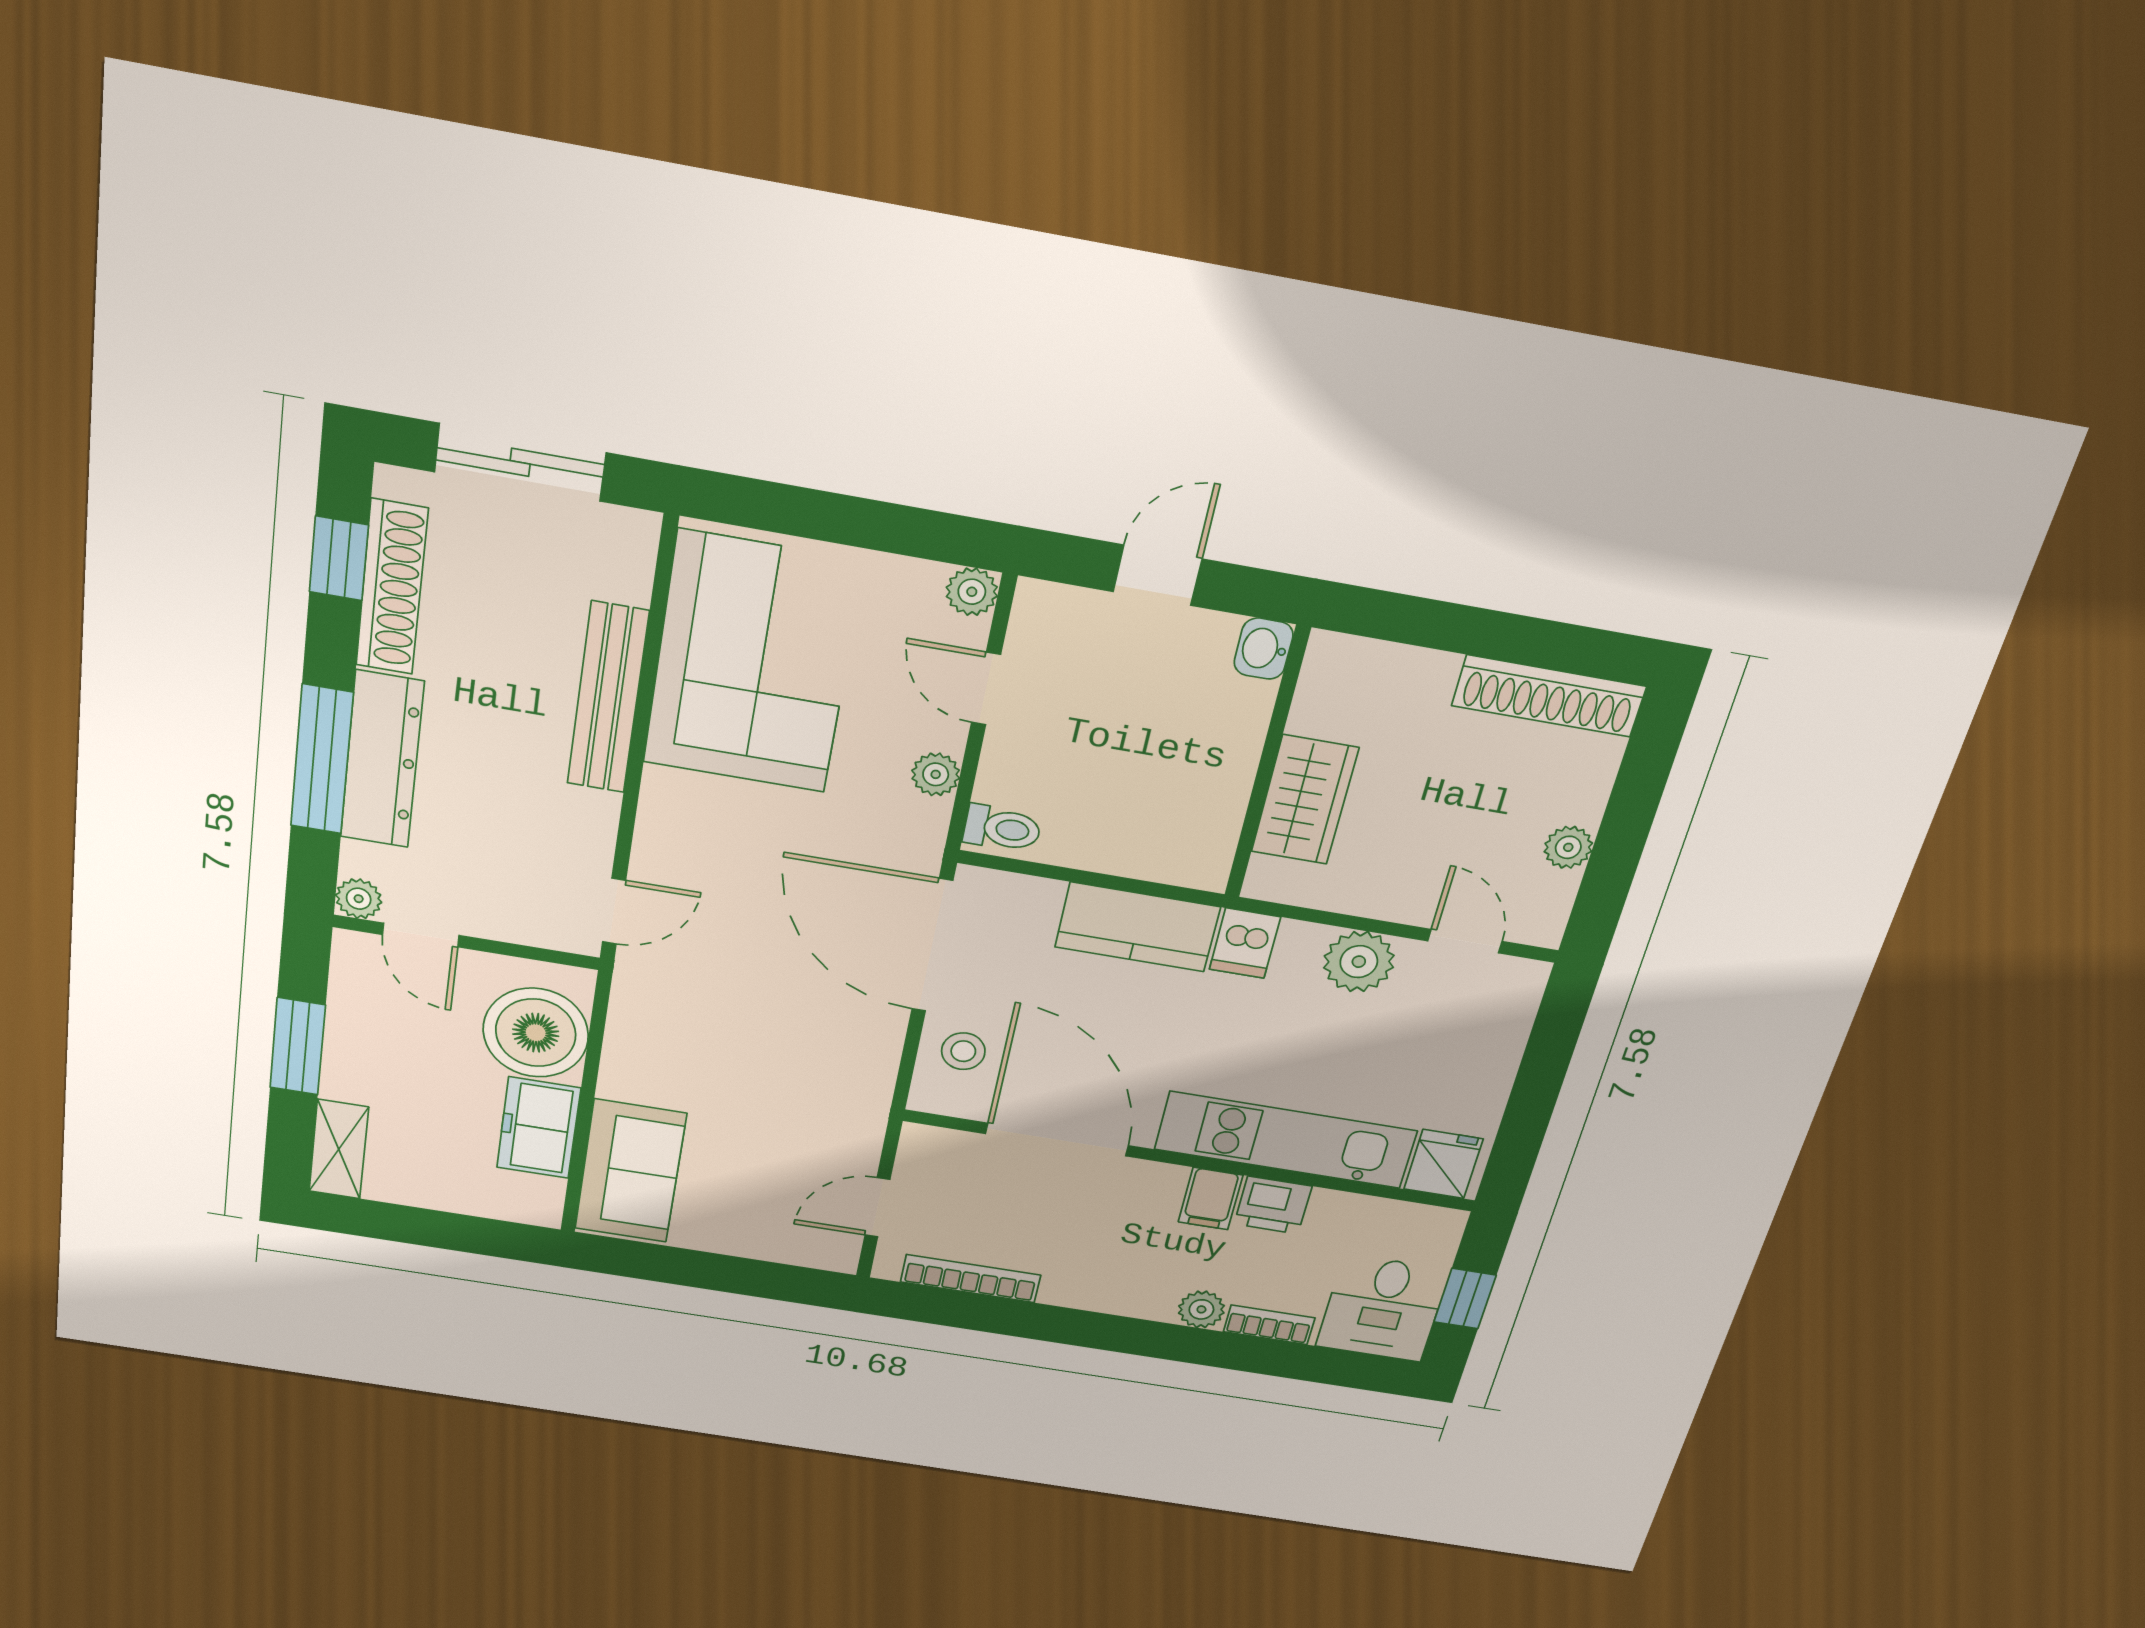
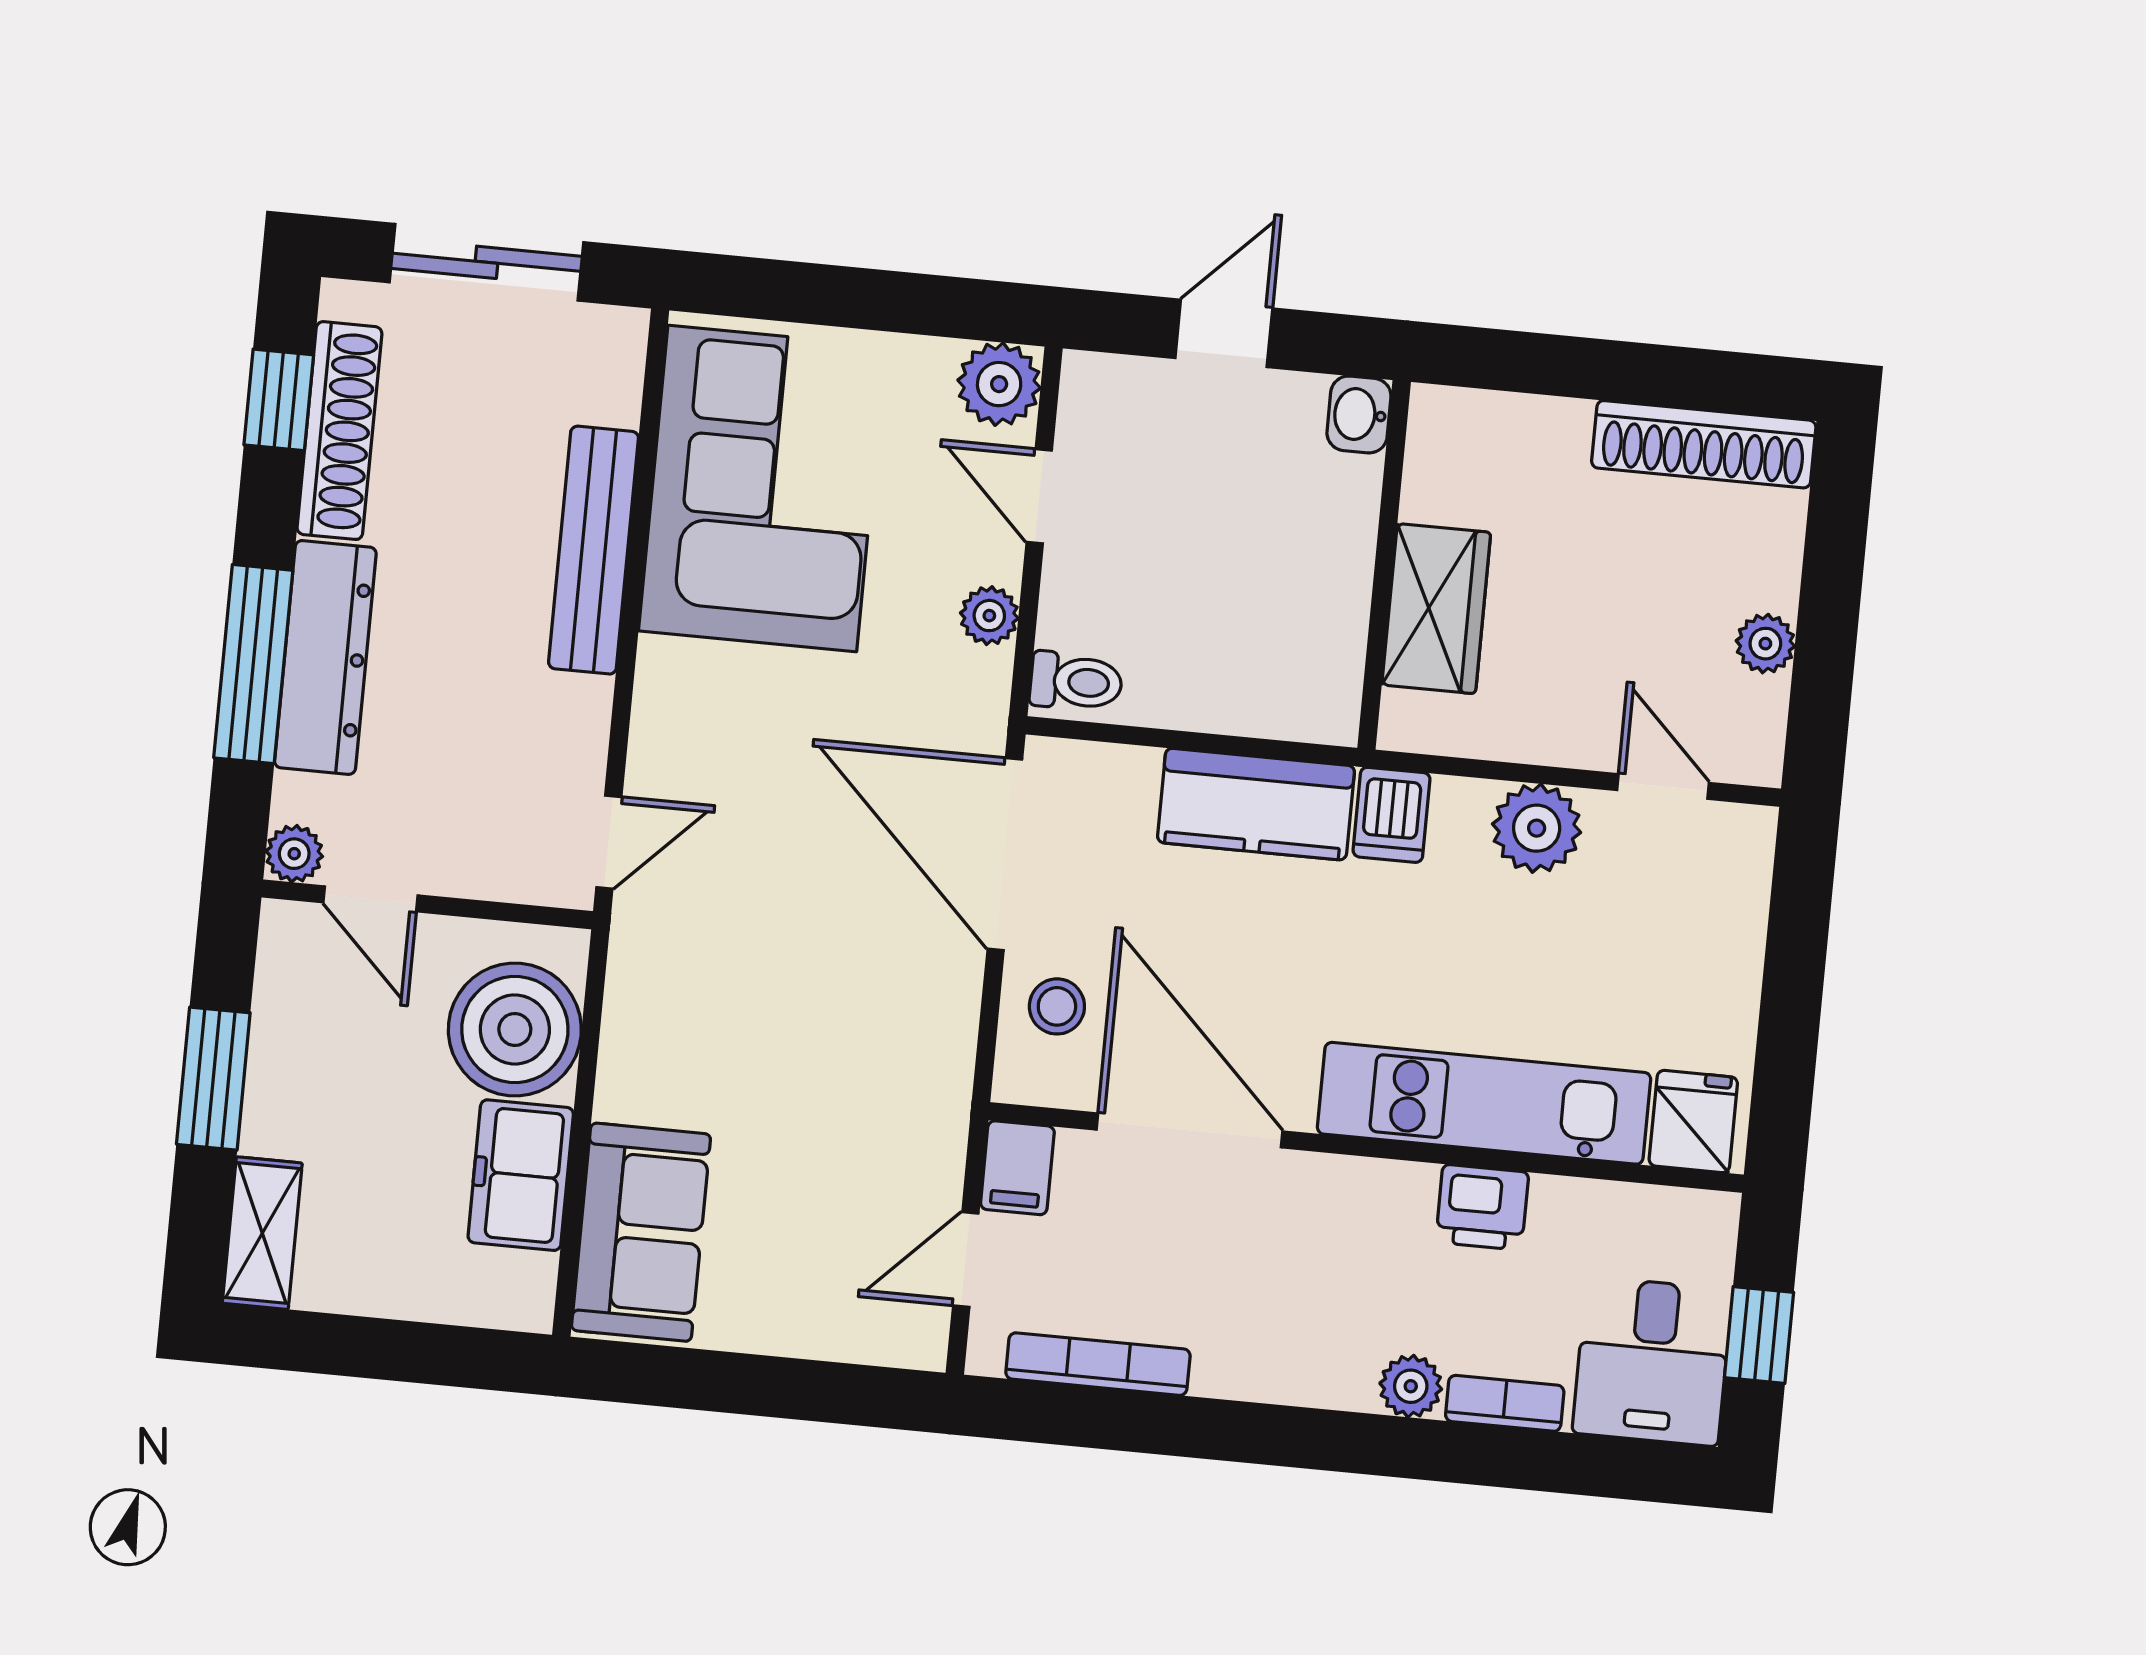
plant: (972, 592) -> (999, 384), width x1.38, depth x1.38
filing cabinet: (1211, 1199) -> (1017, 1168), moved

